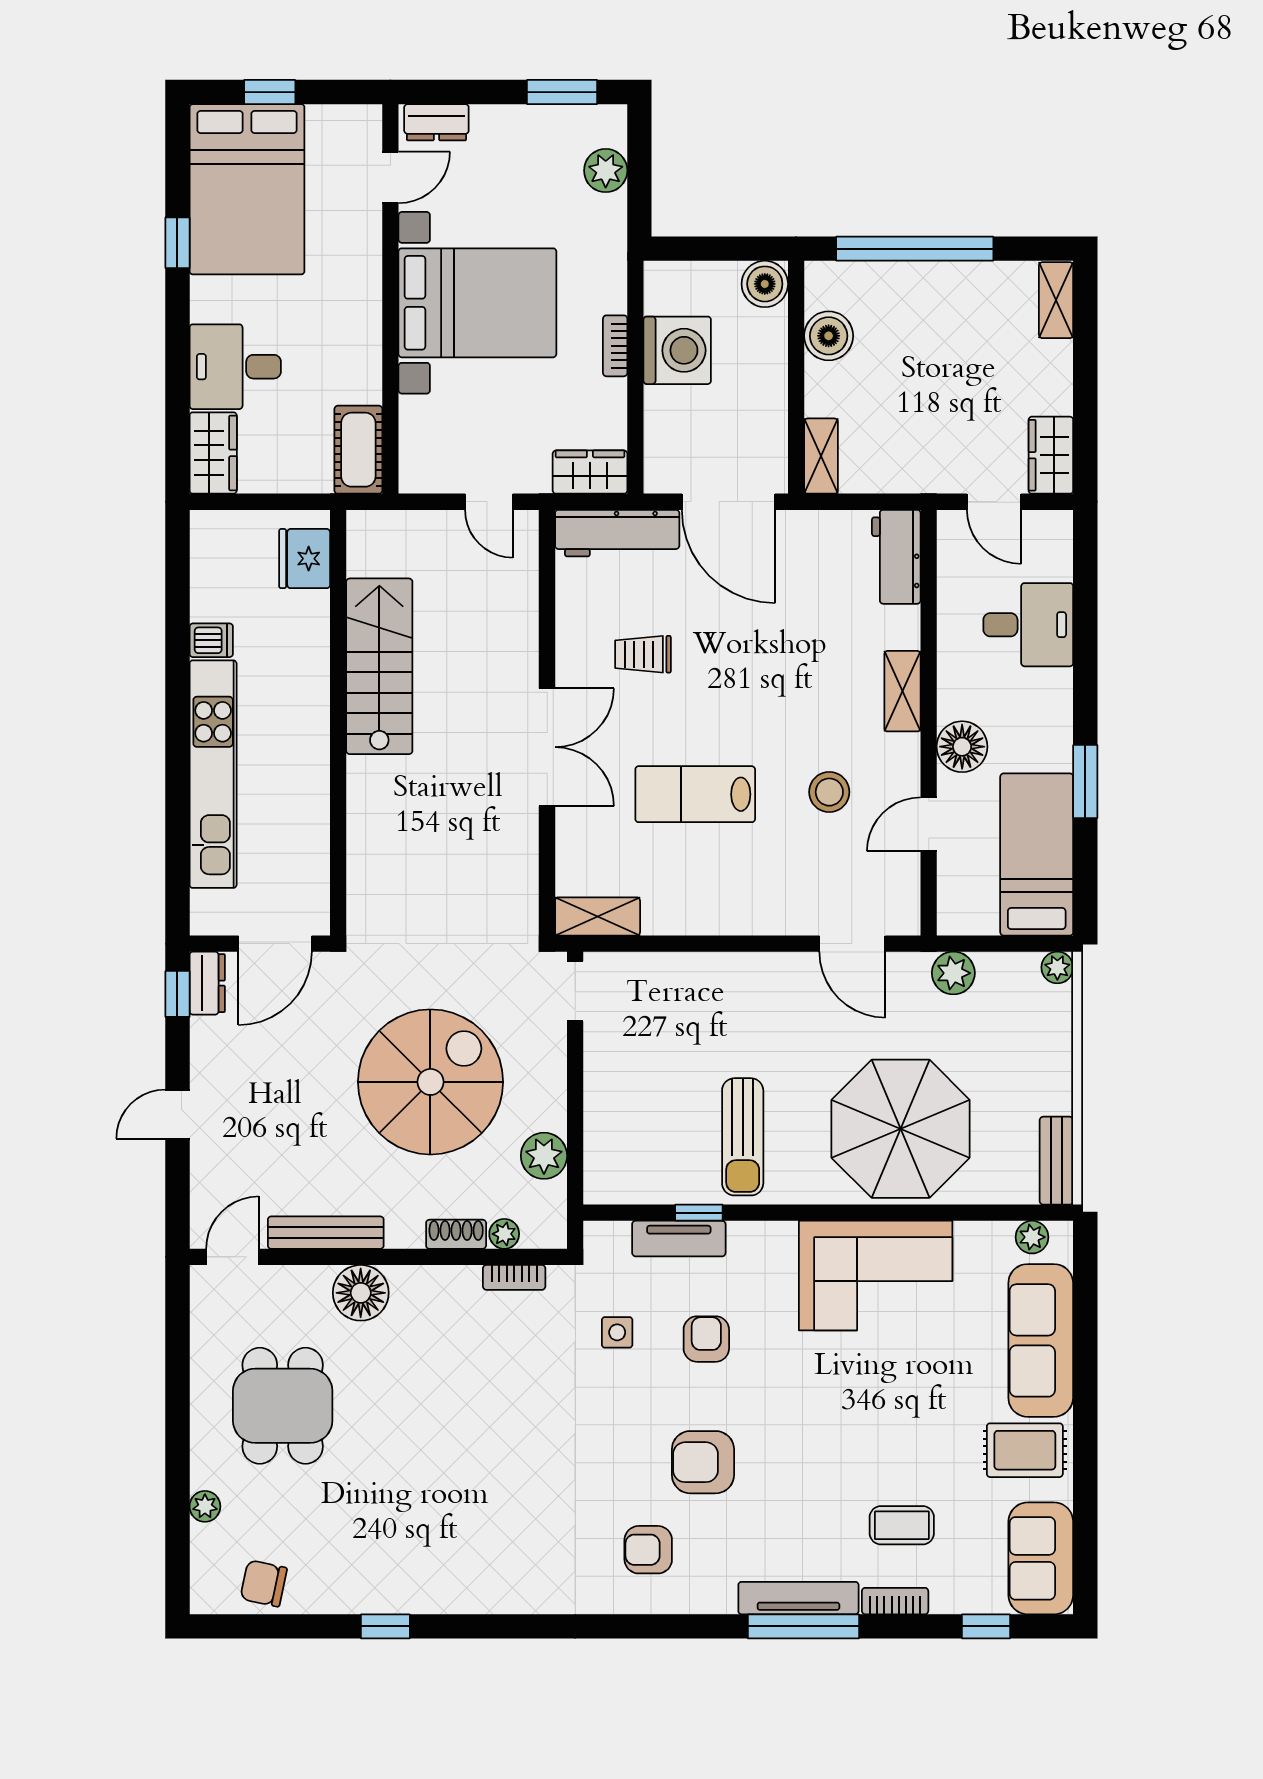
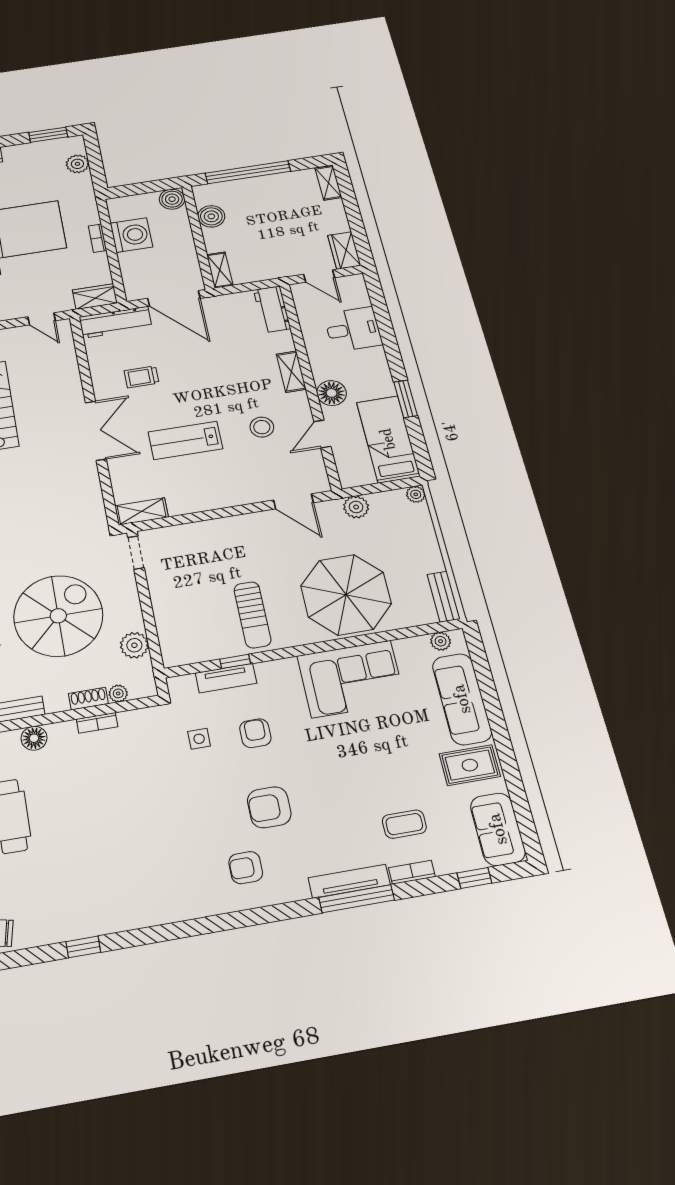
bookcase: (514, 1277) -> (97, 723), moved
floor lamp: (361, 1293) -> (34, 738), width x0.73, depth x0.73

